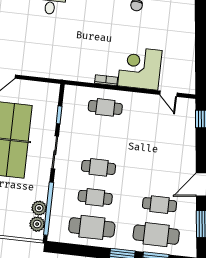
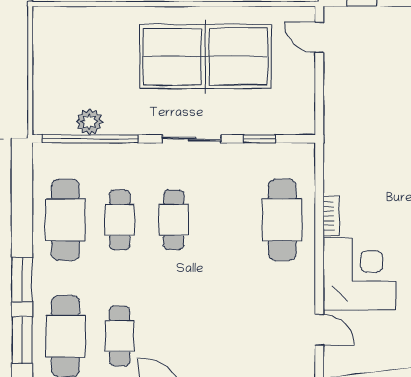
door: (168, 94) -> (319, 330), swing flipped
cafe table: (105, 107) -> (282, 220), width x1.37, depth x1.35
plant: (37, 224) -> (60, 121), removed

